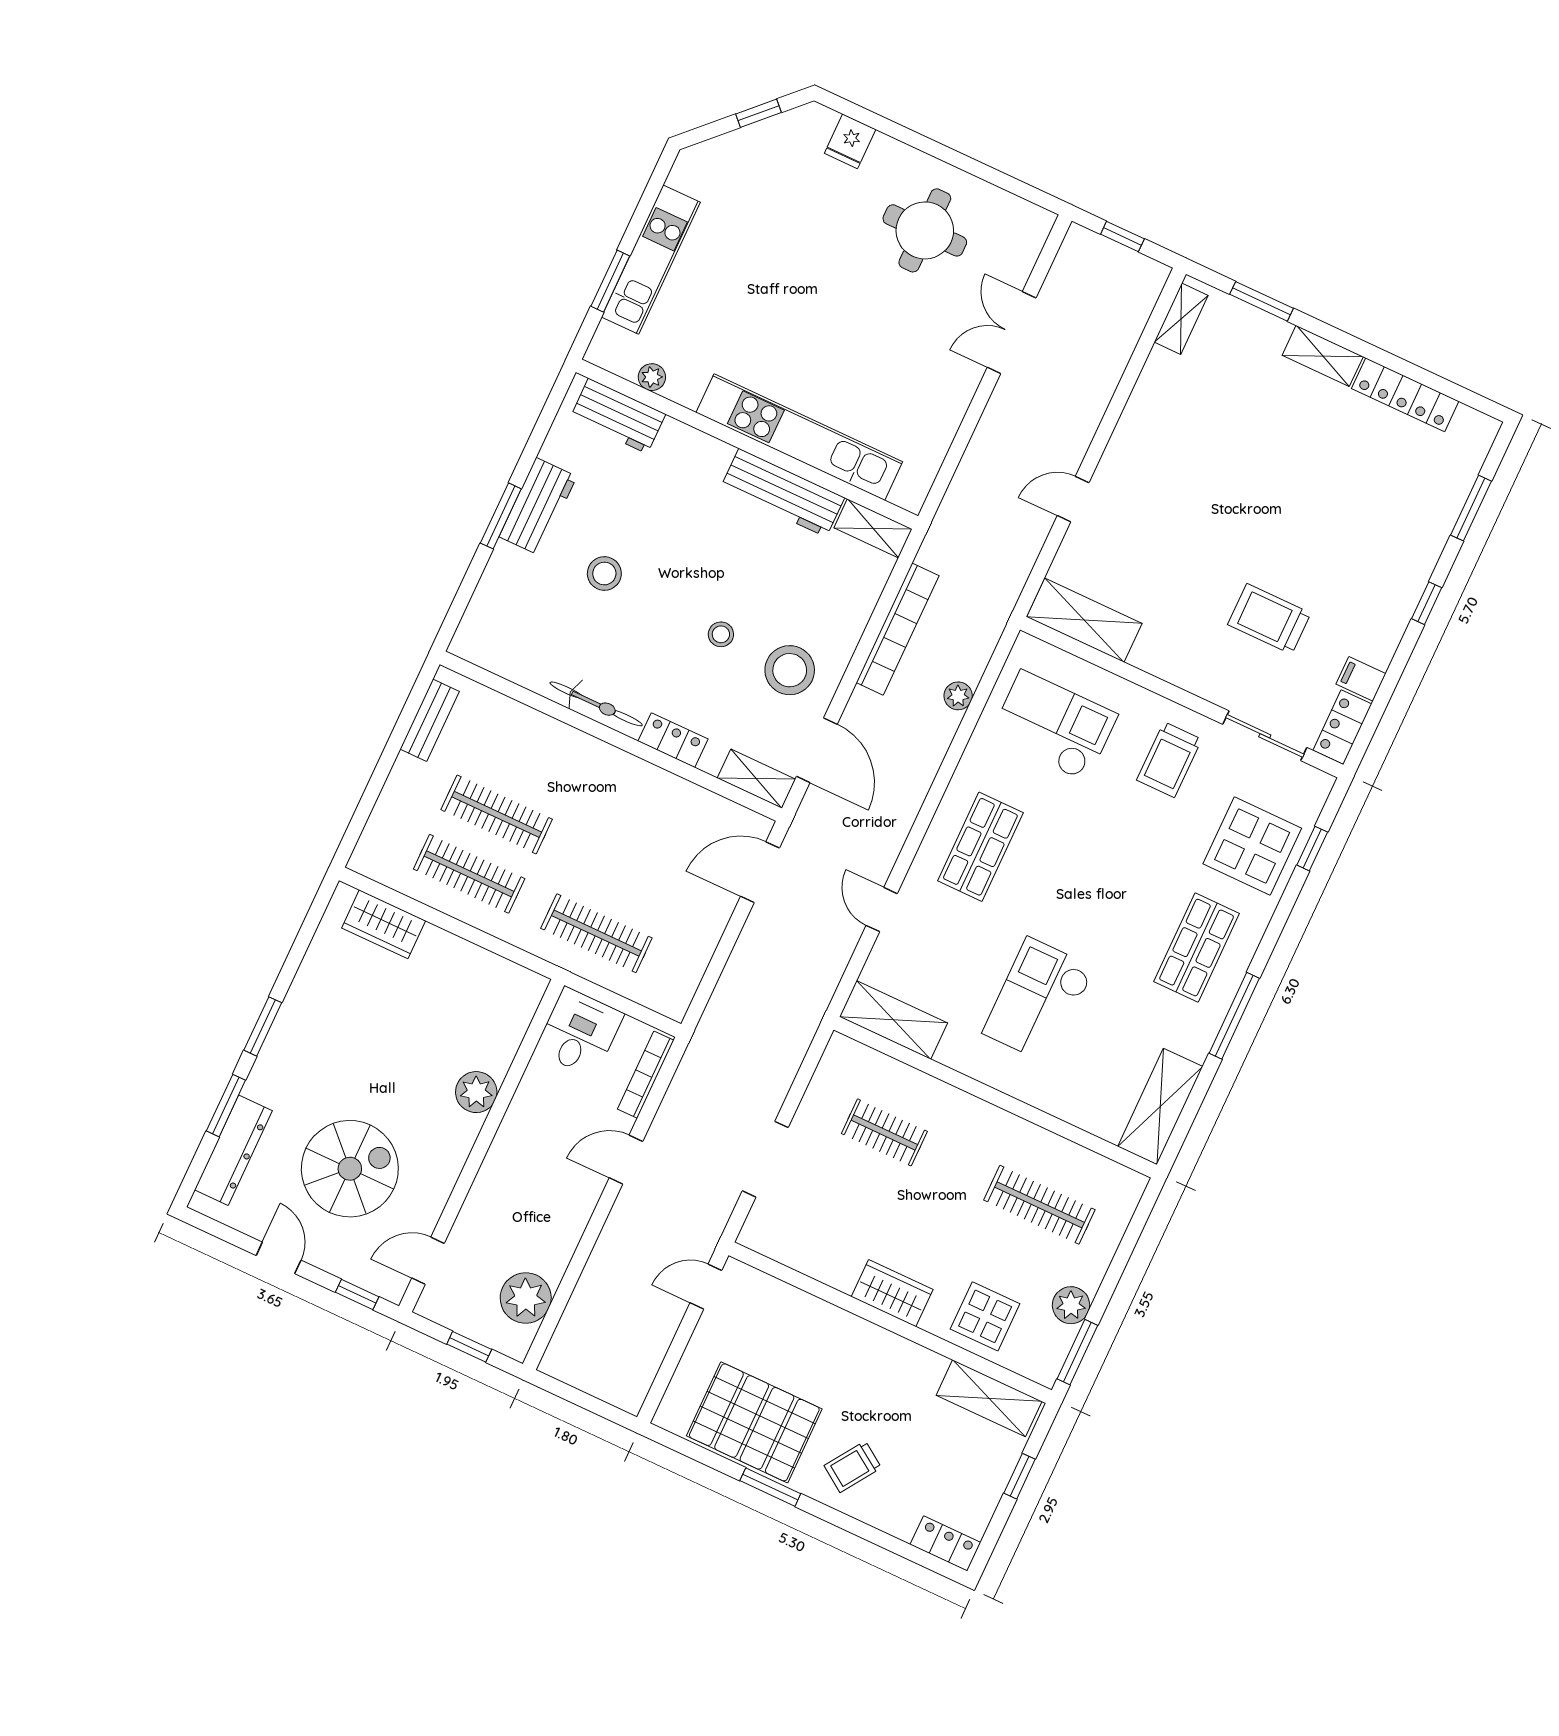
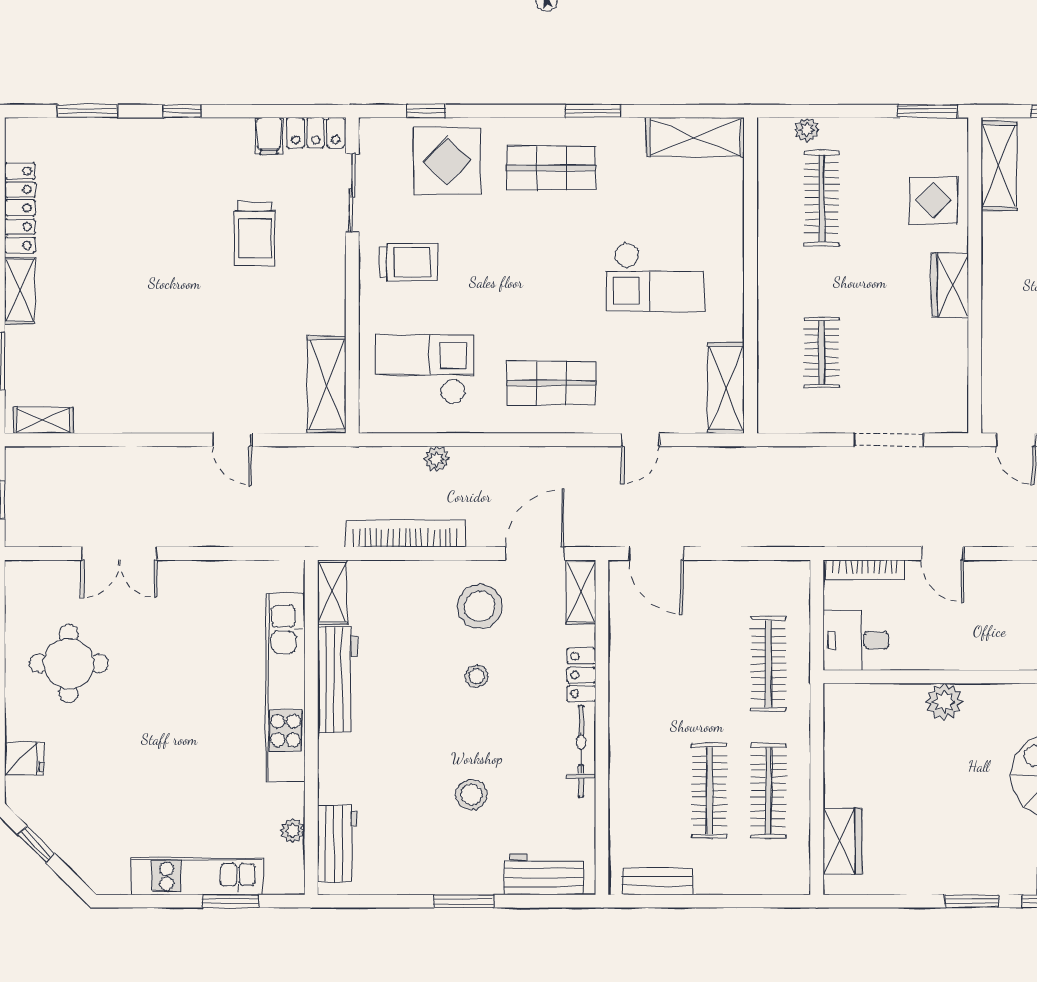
workbench: (538, 507) -> (544, 874), moved
checkout: (1054, 726) -> (425, 369), turned 90
window: (1234, 1016) -> (593, 111), width x0.69
plant: (1071, 1305) -> (807, 130), moved, width x0.73, depth x0.73

